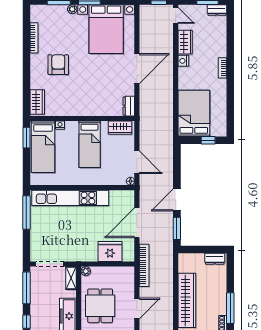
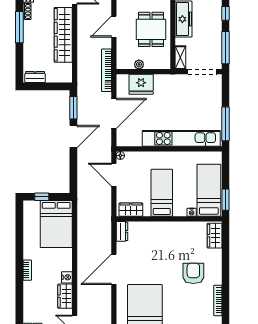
armchair: (58, 65) -> (193, 273), turned 180
plant: (86, 271) -> (139, 64), moved

